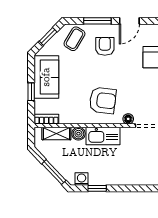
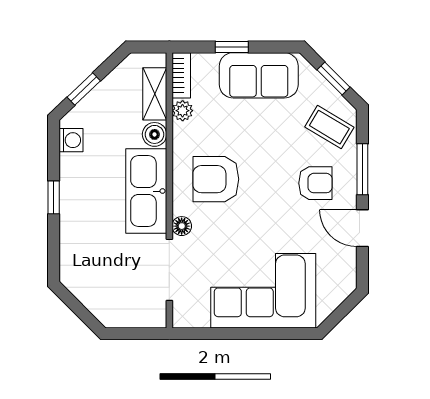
armchair: (103, 100) -> (216, 179), turned 83
plant: (66, 118) -> (183, 111), added
kitchen sink: (103, 136) -> (146, 191), width x1.36, depth x1.24
window: (54, 172) -> (84, 89), width x0.67
window: (97, 188) -> (54, 197), moved

